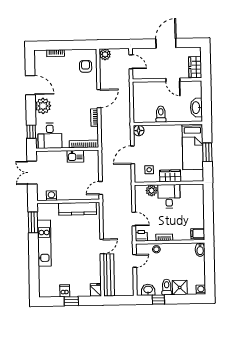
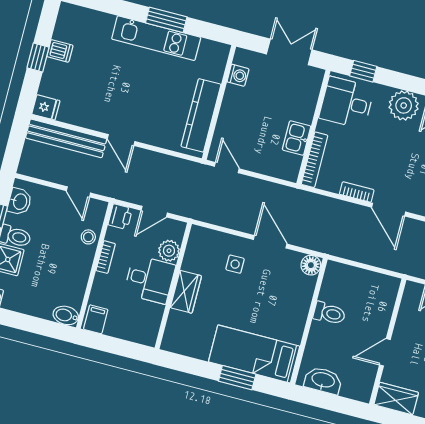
wardrobe: (170, 176) -> (186, 292), moved
wall: (169, 183) -> (173, 286), moved
plant: (151, 191) -> (169, 251), moved
desk: (169, 196) -> (150, 279), moved
window: (33, 222) -> (166, 20), moved

